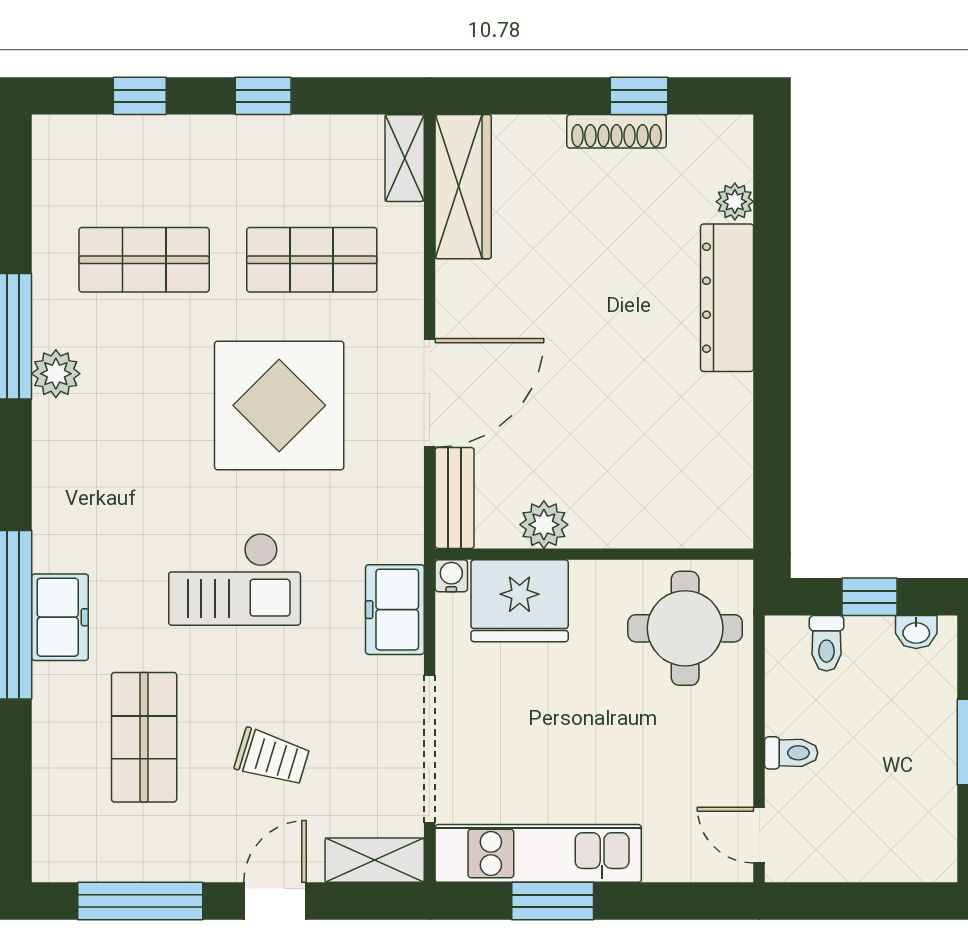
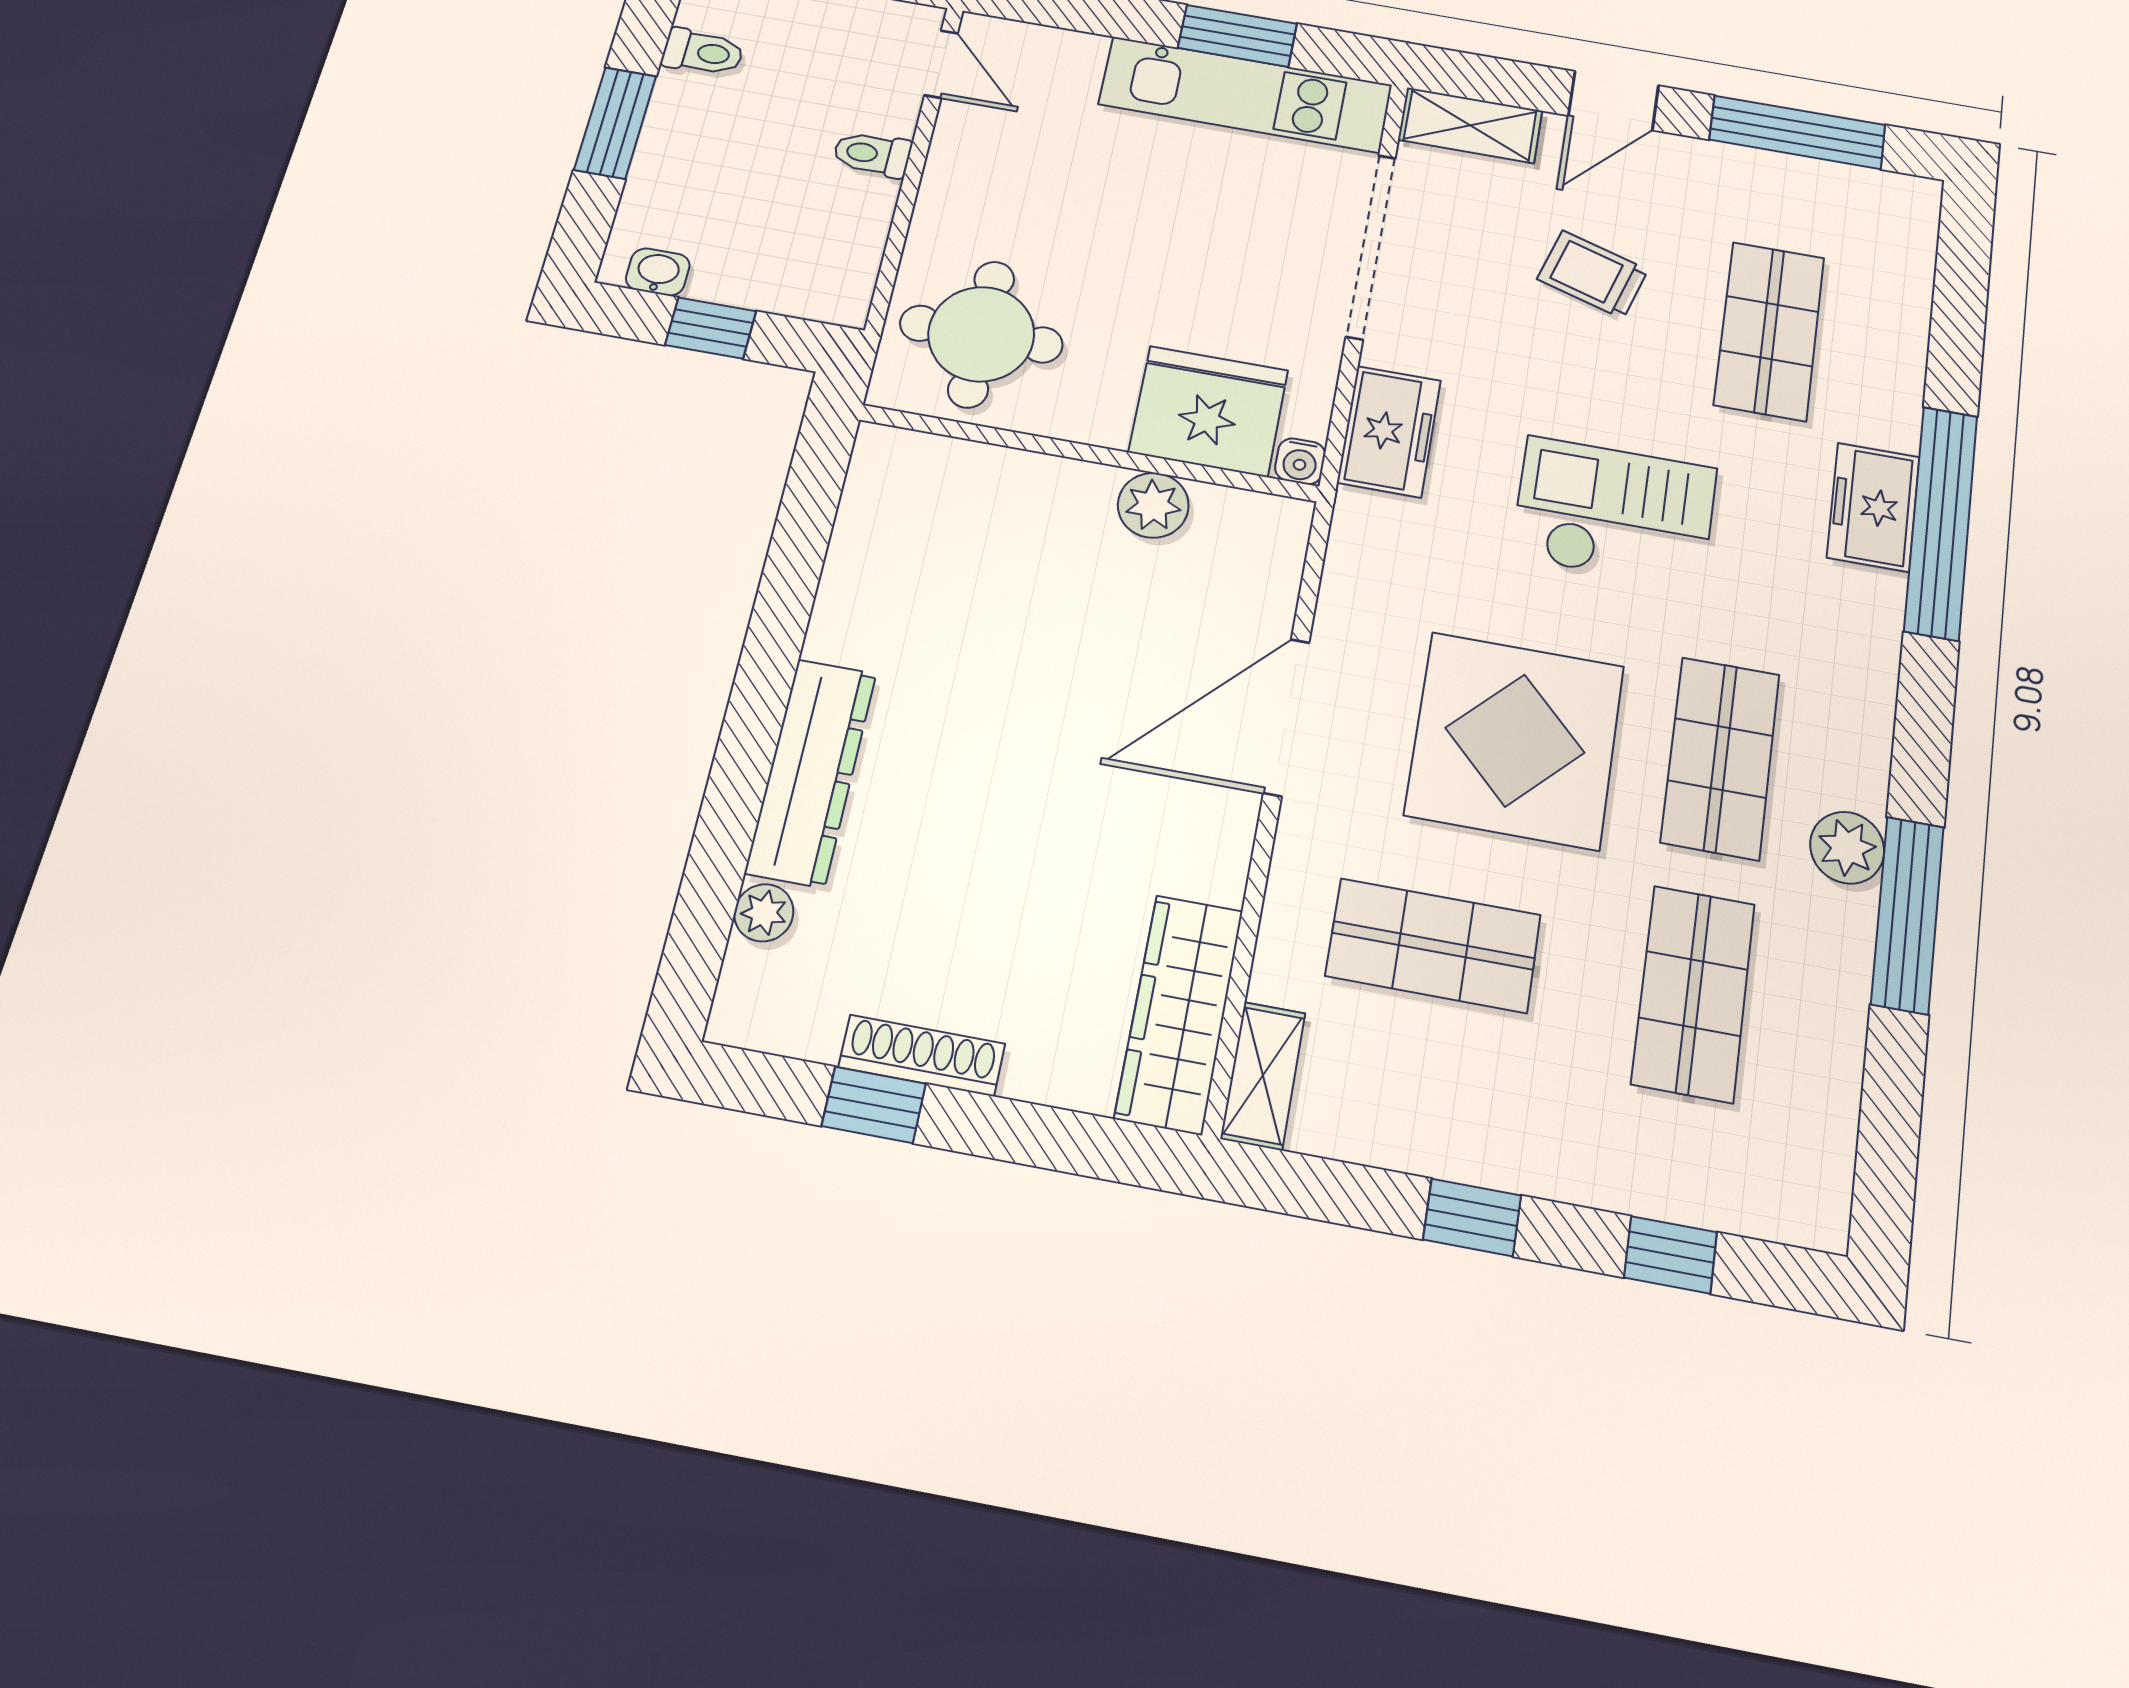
shop shelf: (144, 260) -> (1693, 993), turned 90
shop shelf: (144, 419) -> (1720, 758), added
bench: (455, 498) -> (1276, 565), removed
toilet: (827, 643) -> (703, 52), moved, turned 90

